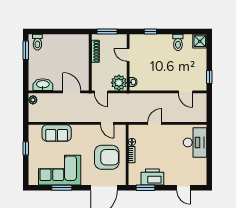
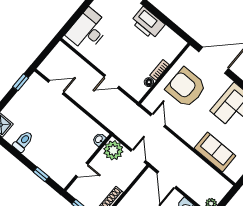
door: (128, 55) -> (82, 170), hinge flipped
door: (185, 92) -> (56, 87), hinge flipped
printer: (152, 177) -> (148, 23), moved
window: (145, 188) -> (173, 26), removed

